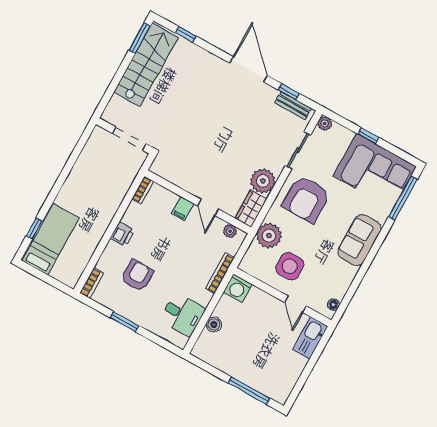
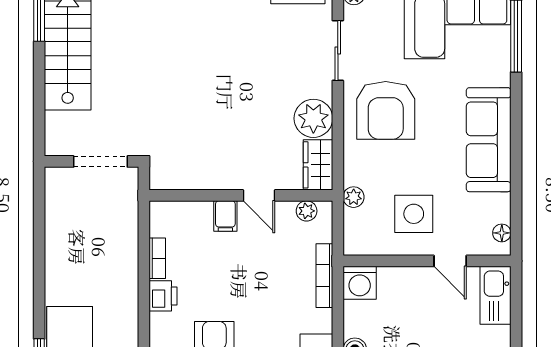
bookcase: (143, 190) -> (157, 258), moved
plant: (269, 236) -> (354, 197), width x0.53, depth x0.53
sofa: (359, 240) -> (489, 140), width x1.36

